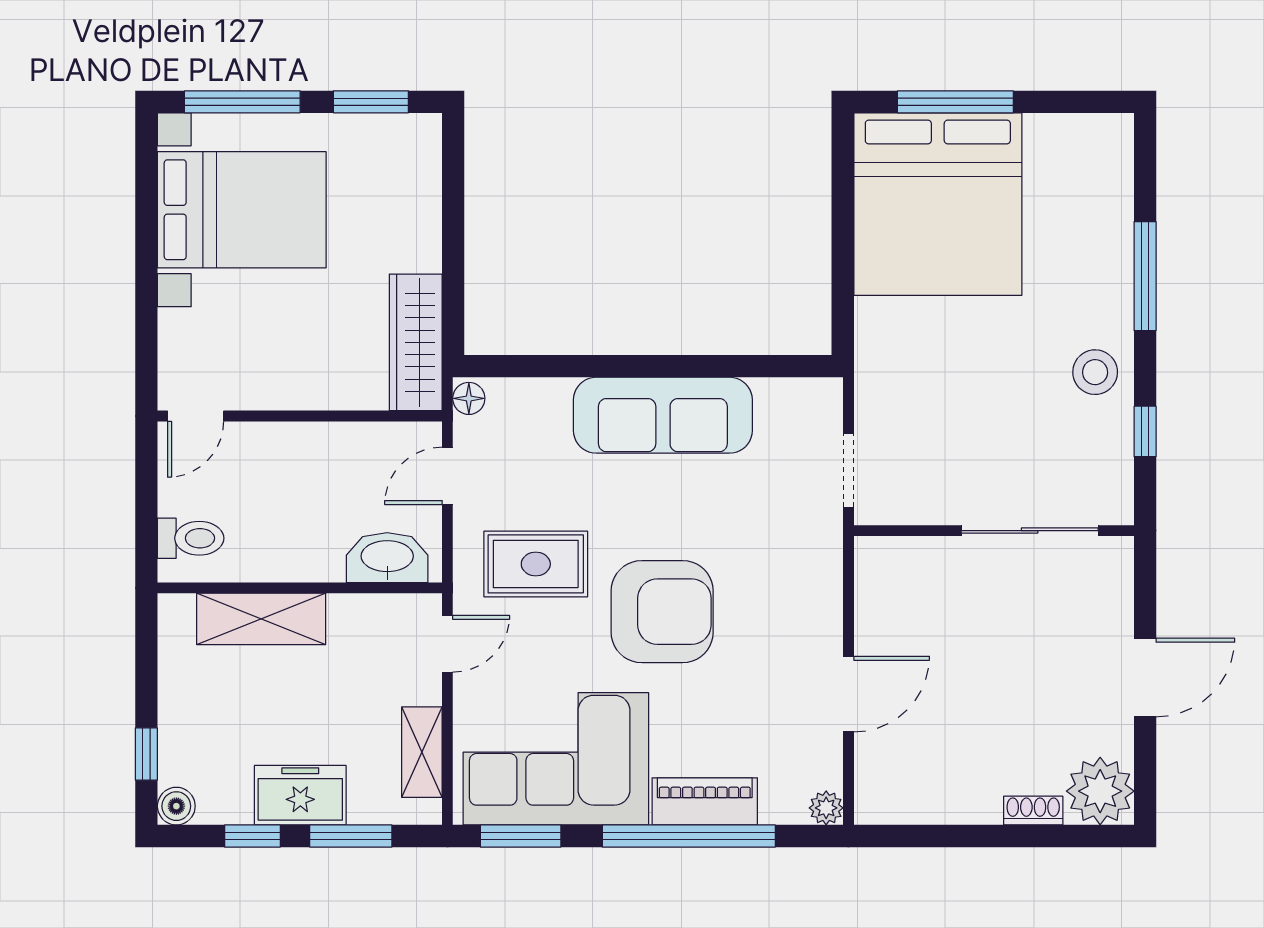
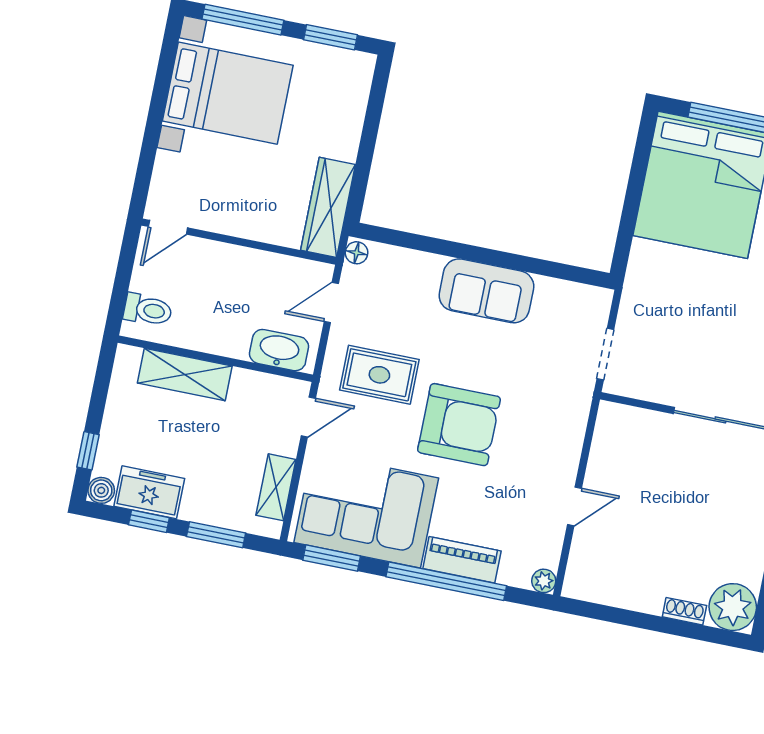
sofa: (663, 415) -> (486, 291), width x0.73
door: (848, 694) -> (575, 506), width x0.73
freezer: (300, 795) -> (149, 492), moved

